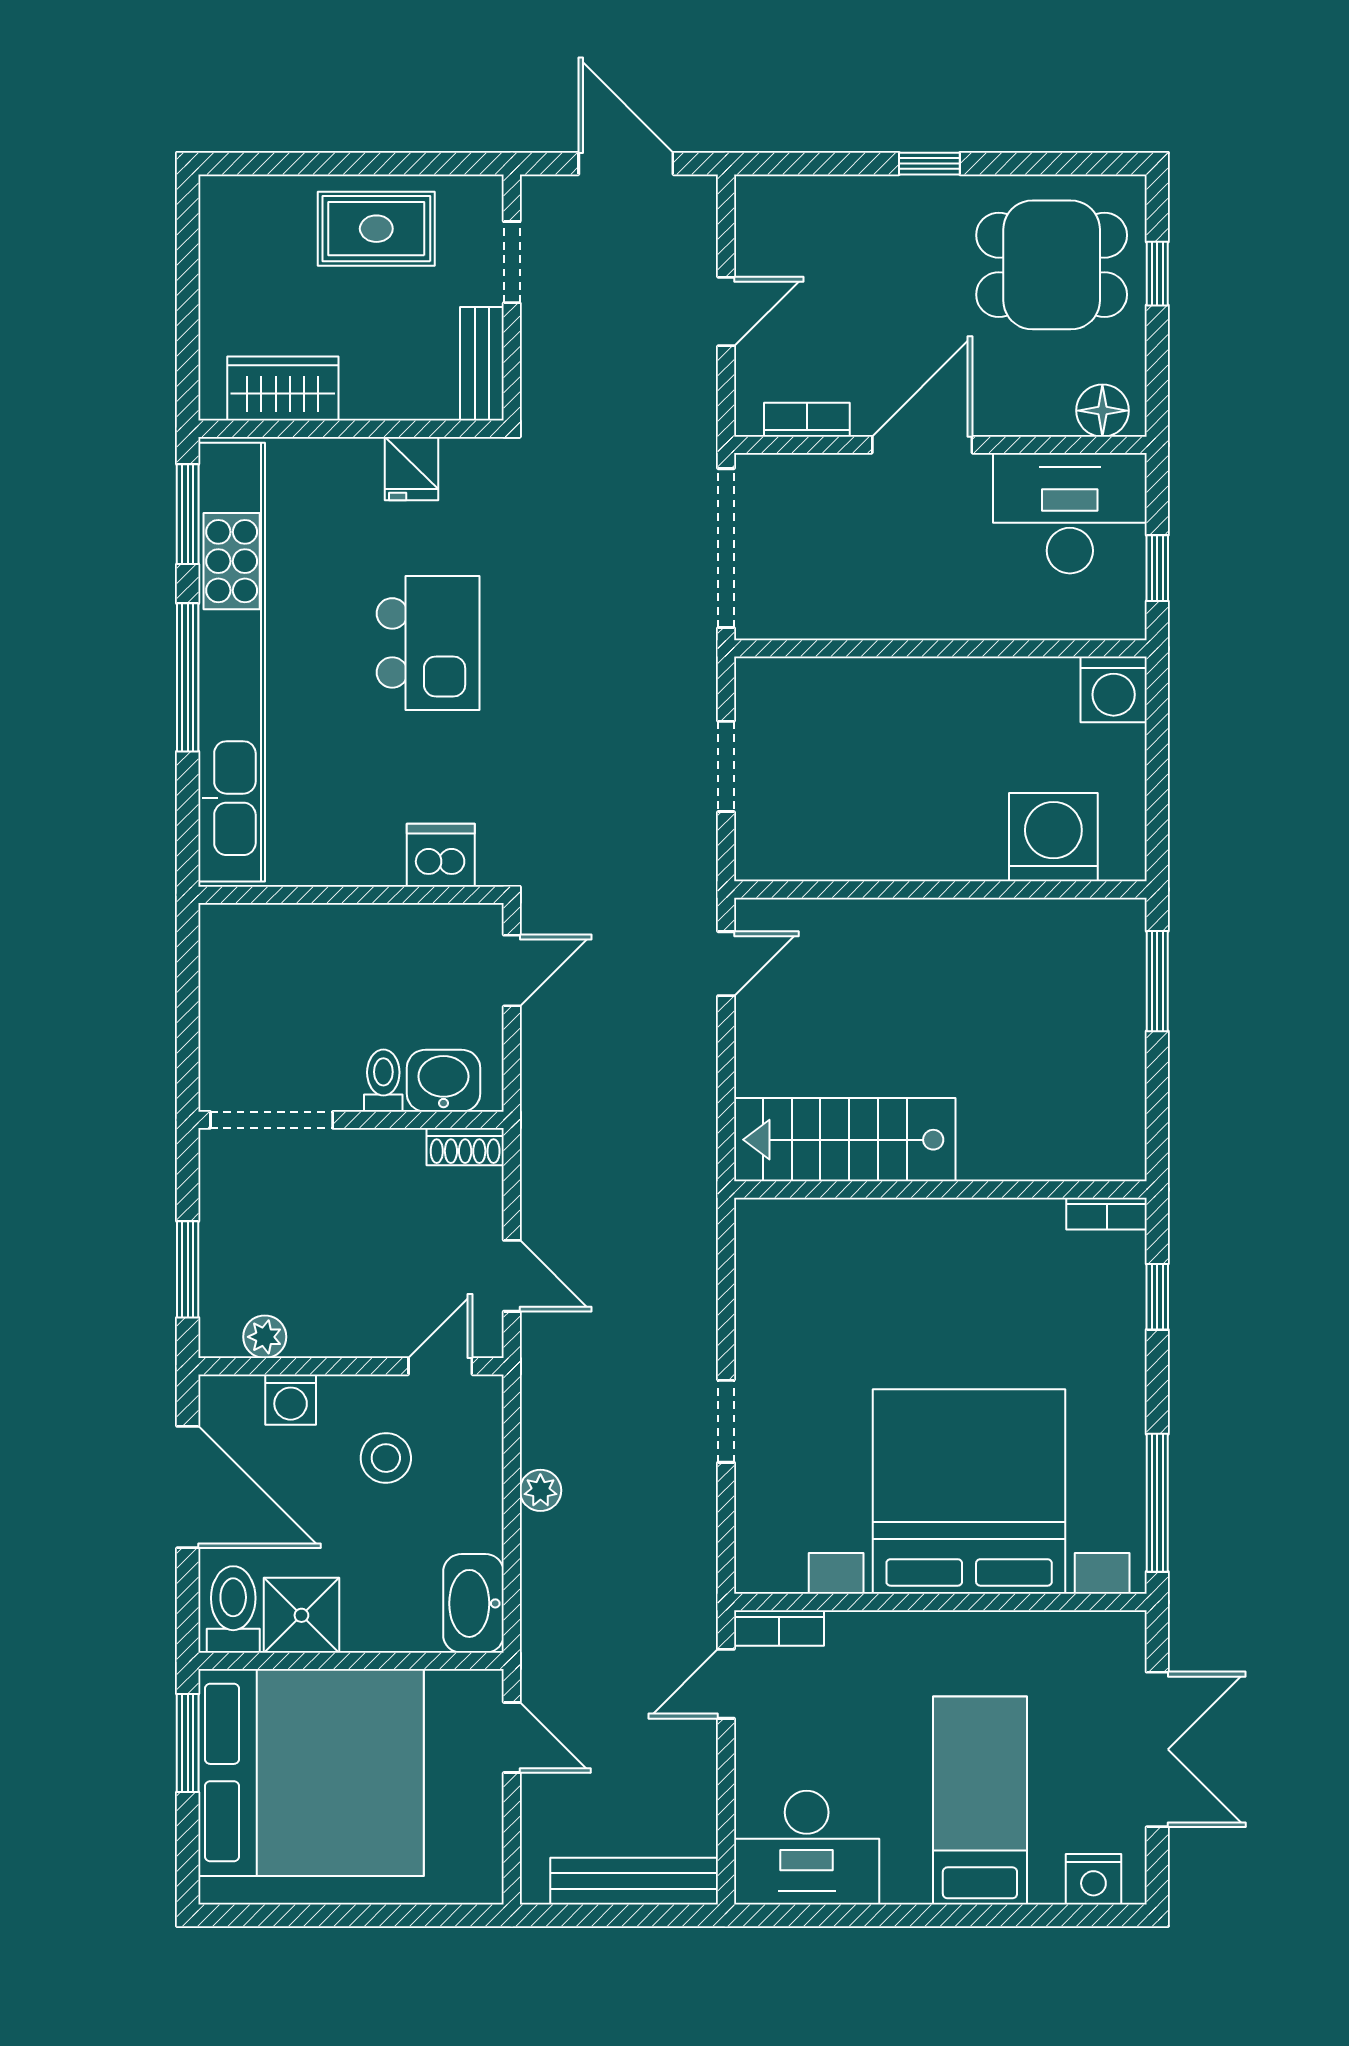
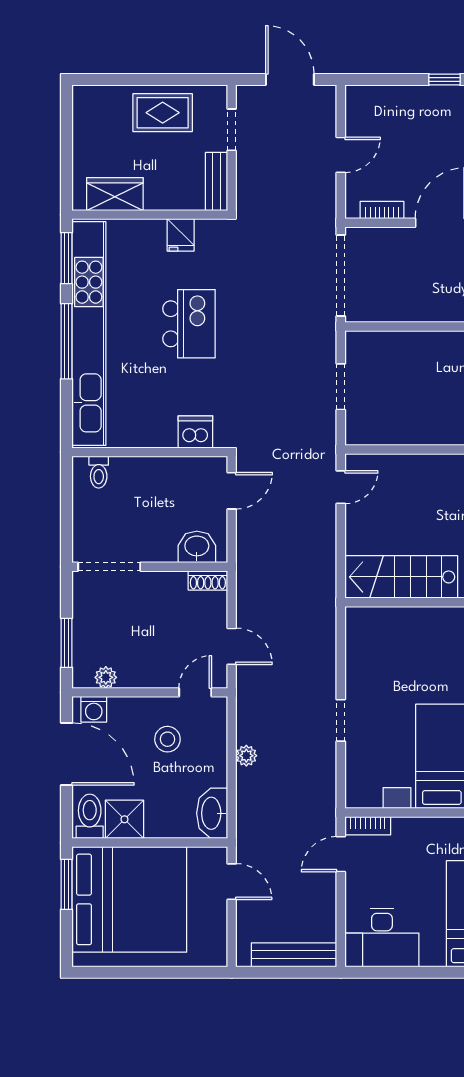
toilet: (383, 1081) -> (99, 472), moved, turned 180
washing machine: (291, 1400) -> (94, 709), moved

